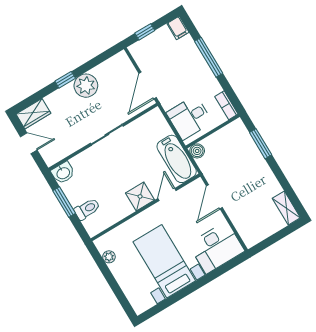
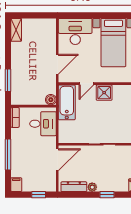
dresser: (109, 66) -> (74, 187), added
plant: (86, 86) -> (92, 187), width x0.53, depth x0.53

